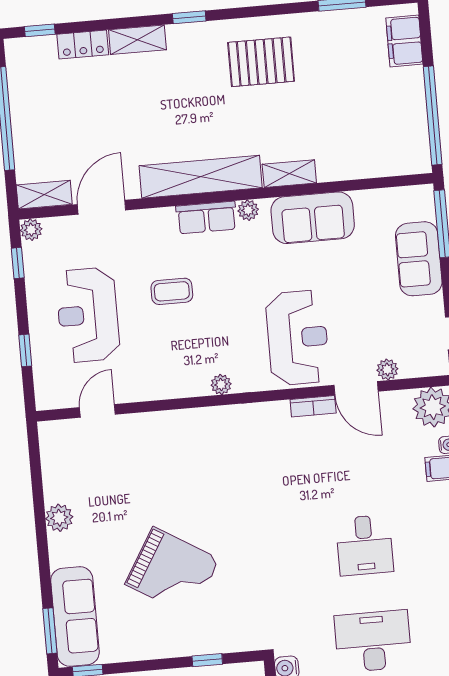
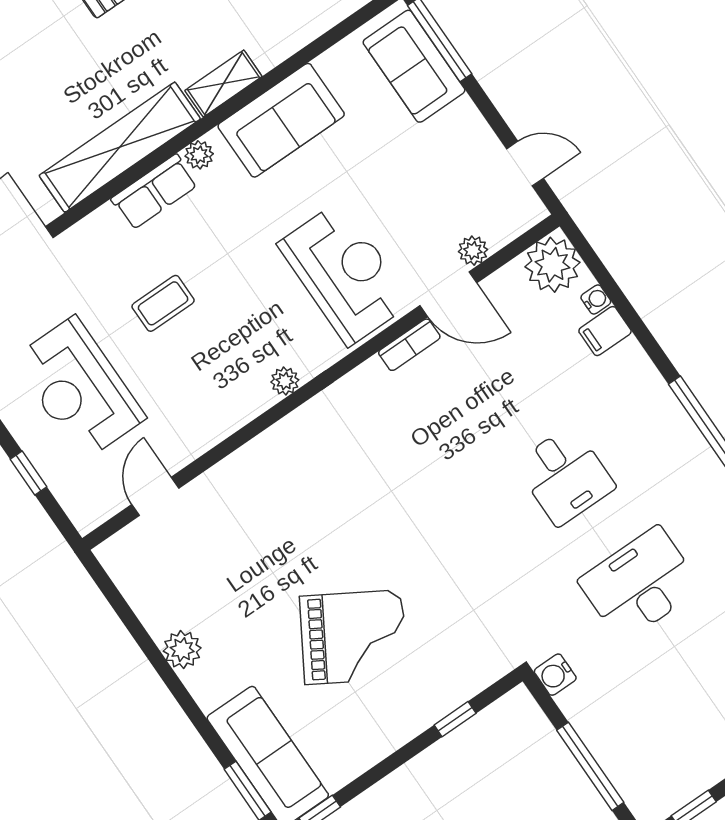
sofa: (419, 259) -> (414, 66), moved

